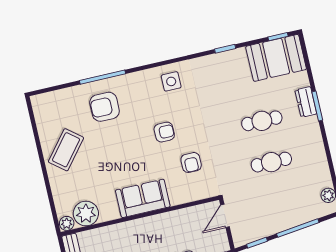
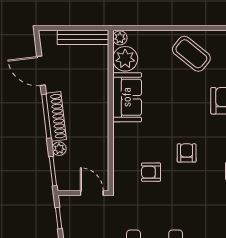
armchair: (164, 132) -> (187, 153), turned 180
sofa: (143, 198) -> (127, 97), moved

